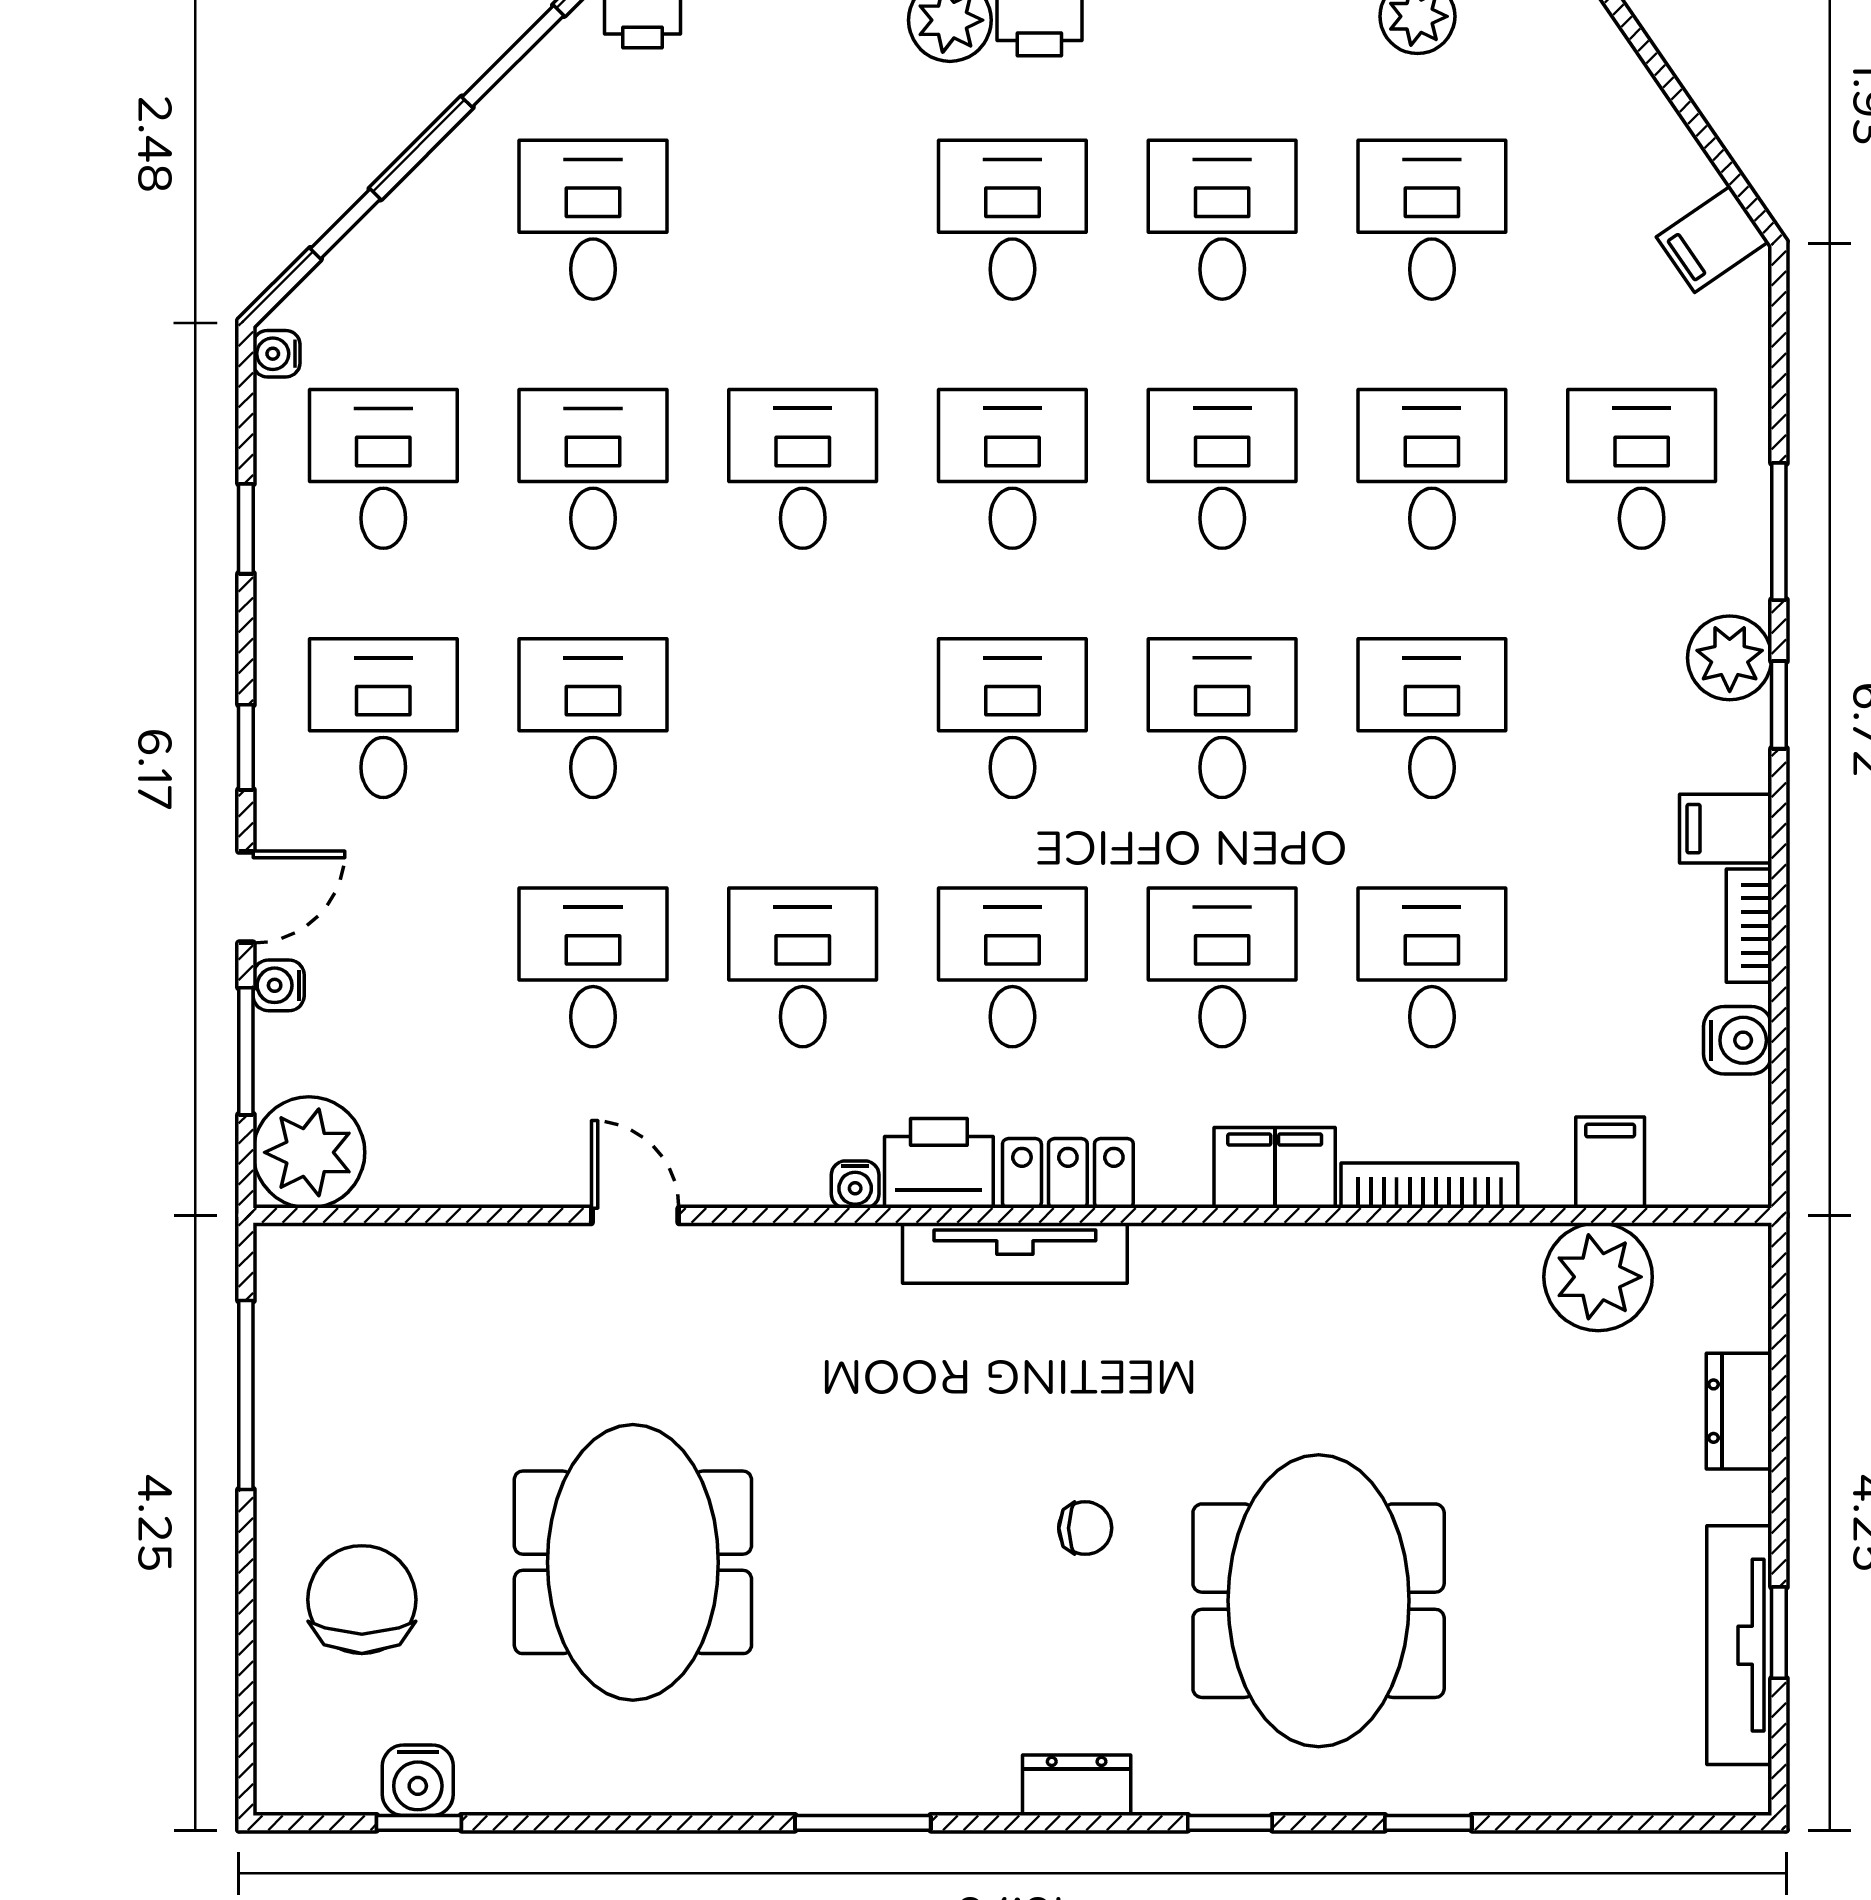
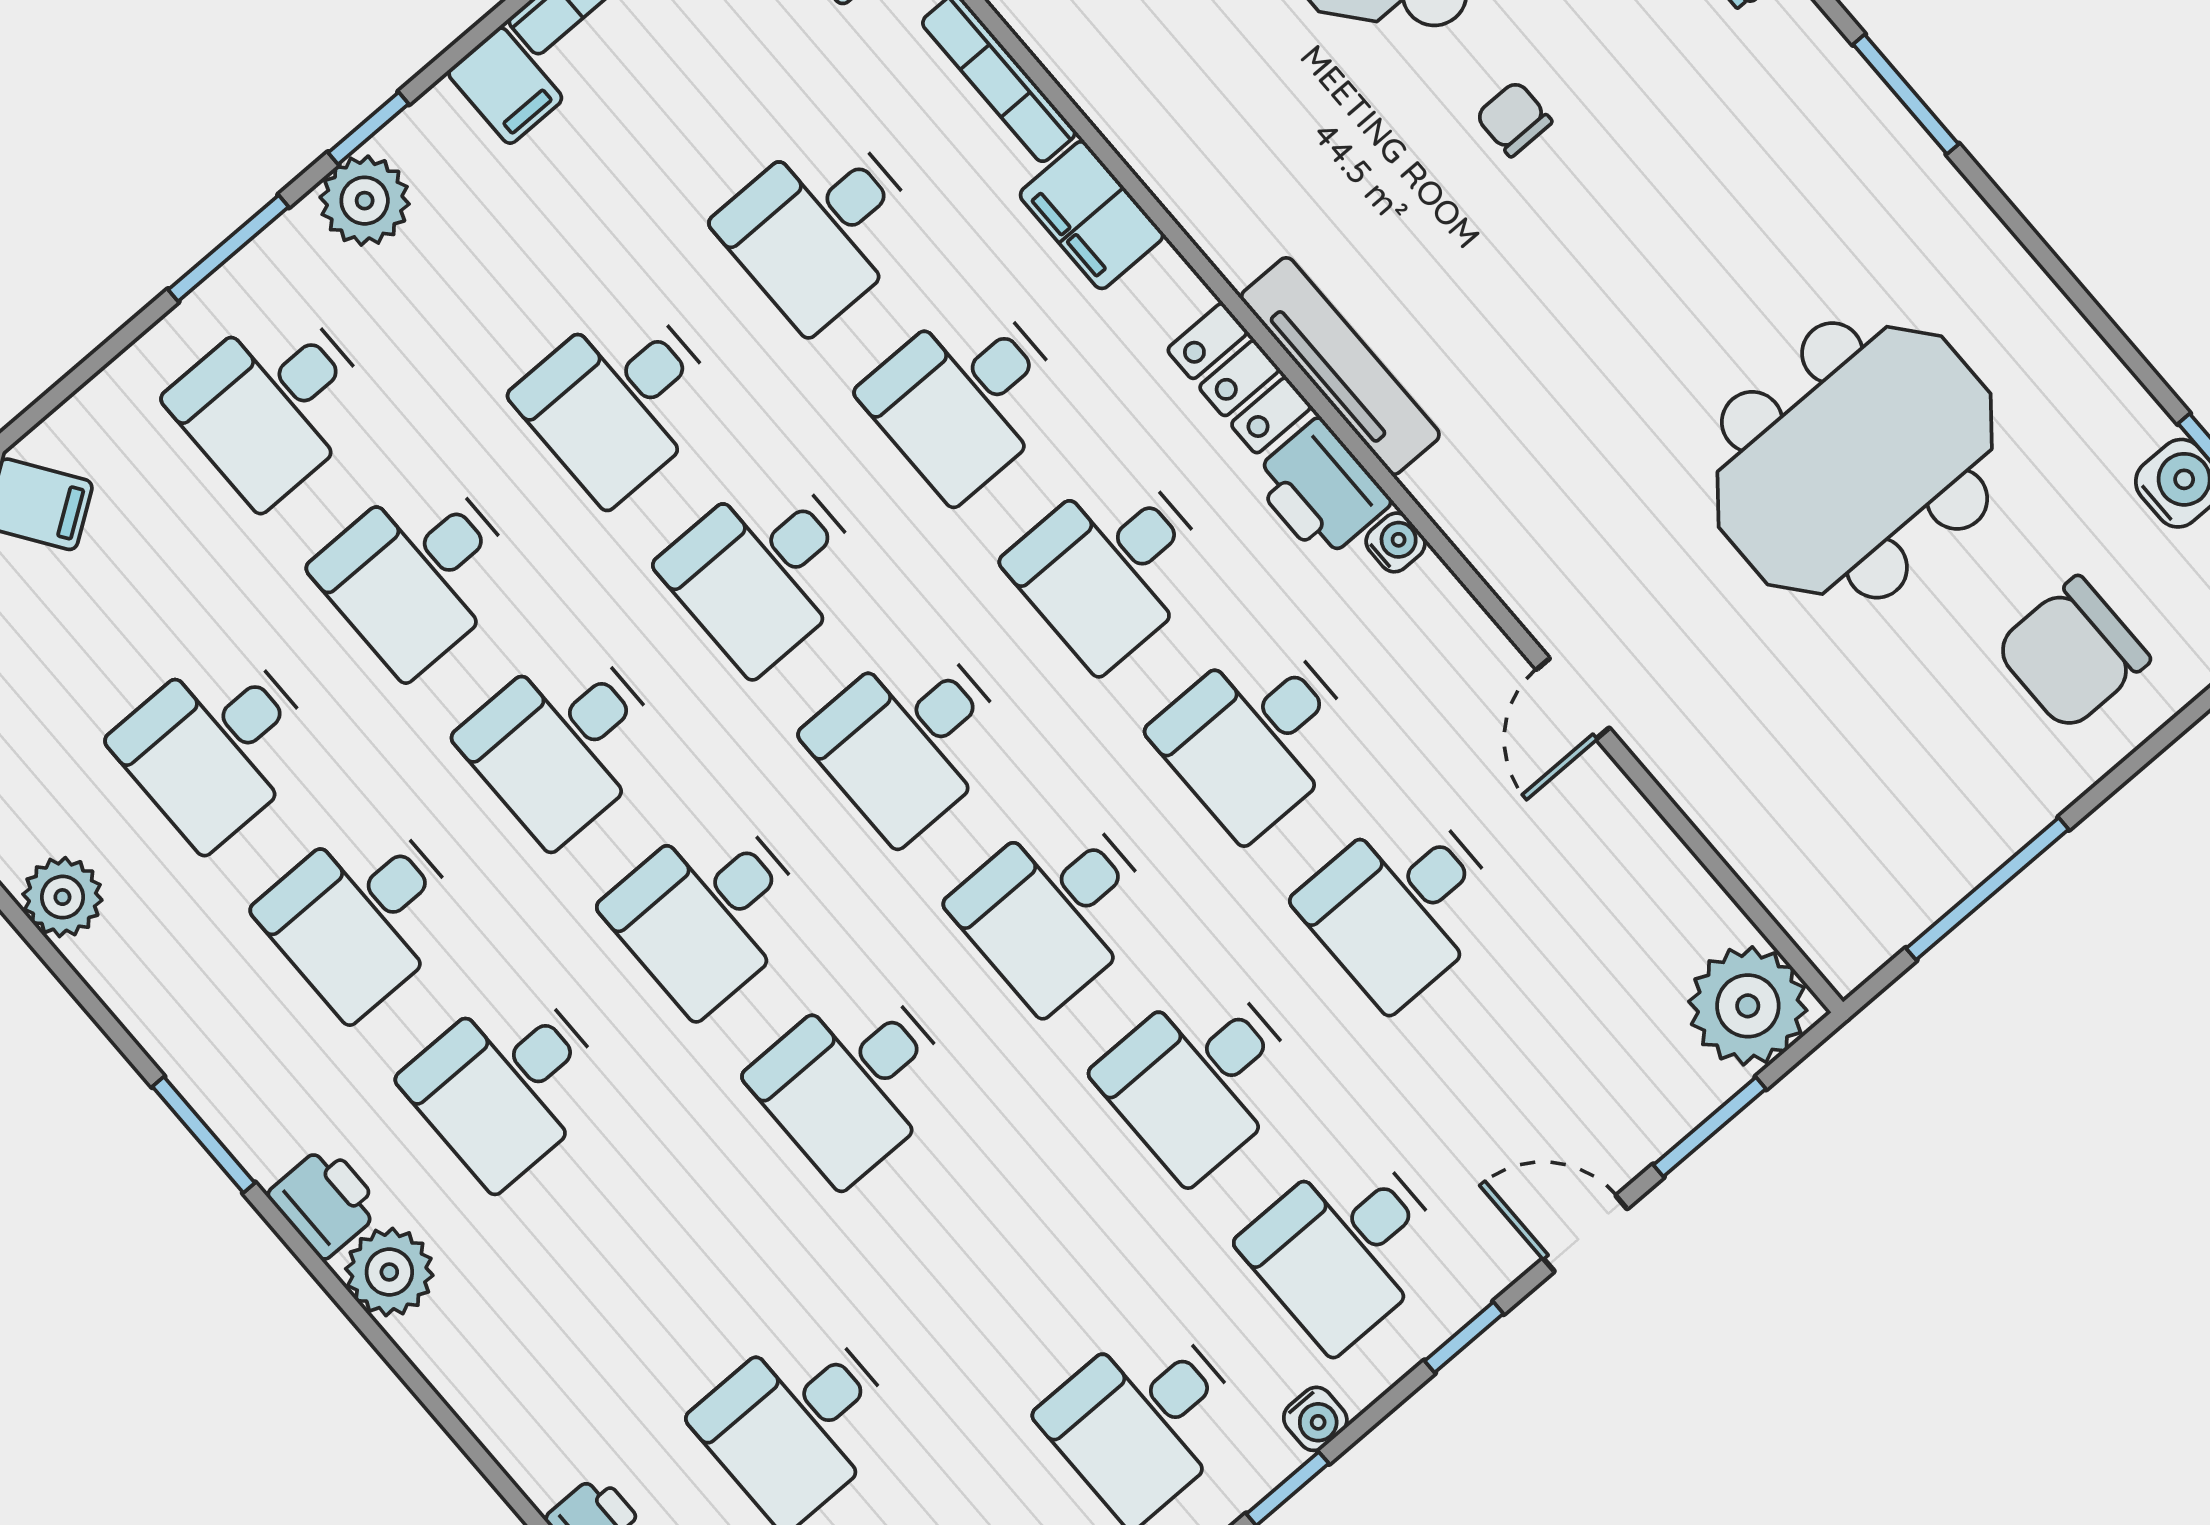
desk: (593, 469) -> (1055, 908), moved
water cooler: (279, 985) -> (1315, 1419), moved

